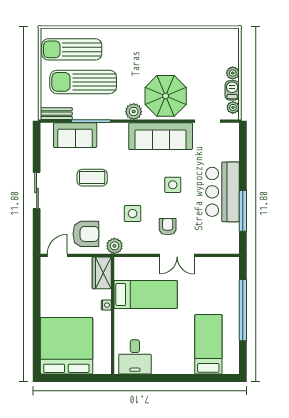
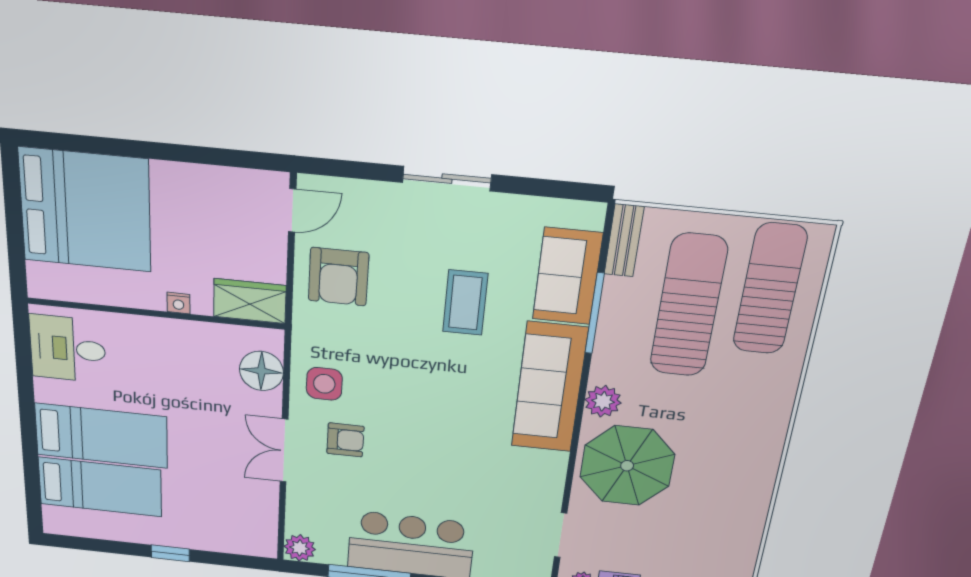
sofa: (161, 136) -> (549, 388), moved
side table: (173, 185) -> (434, 459), removed
side table: (133, 214) -> (324, 384), moved
plant: (114, 246) -> (300, 548), moved
door: (57, 255) -> (292, 210), hinge flipped
floor lamp: (136, 267) -> (261, 371), added
bed: (146, 294) -> (101, 436), moved, turned -90
window: (243, 310) -> (170, 553), width x0.32

